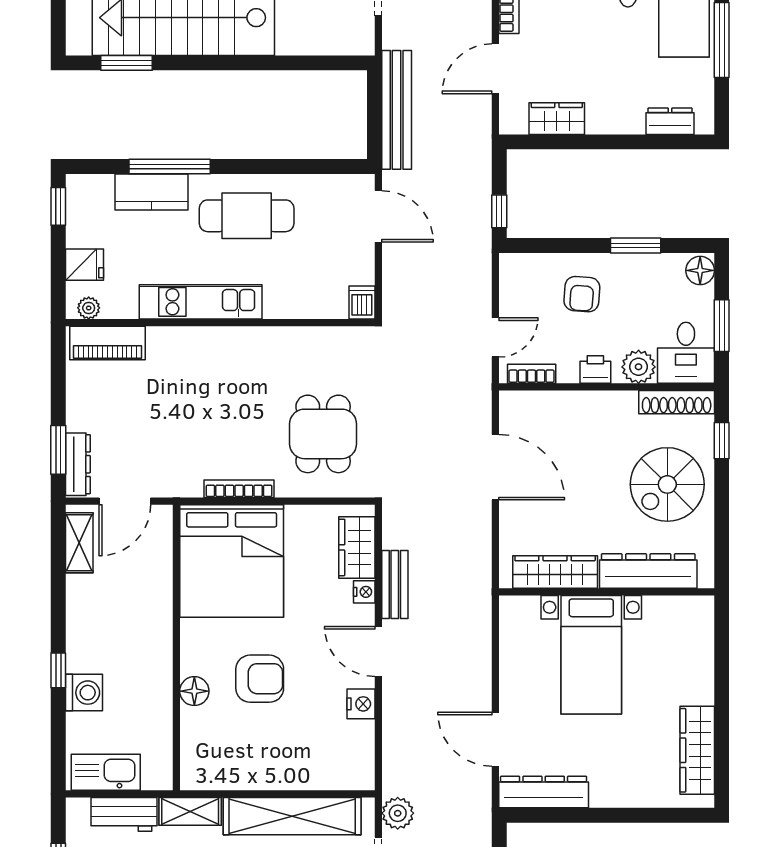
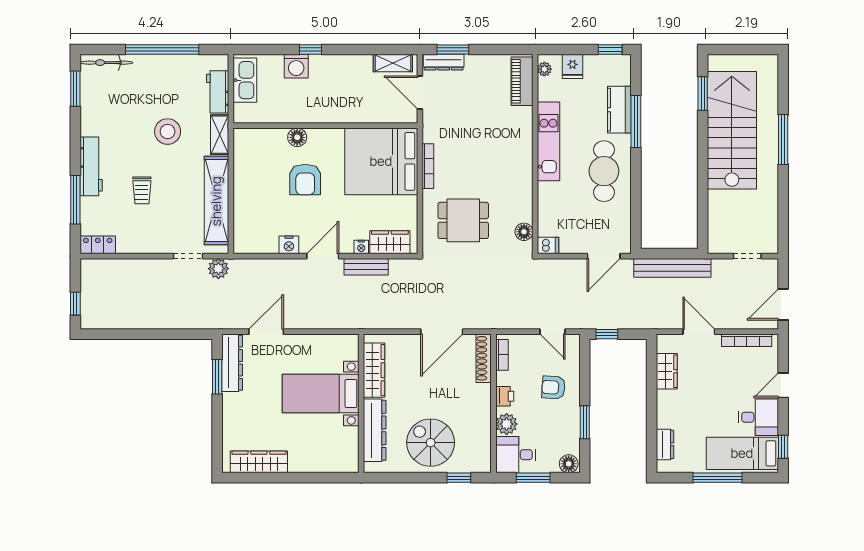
door: (495, 337) -> (553, 332), moved
floor lamp: (341, 340) -> (524, 232), added
shoe rack: (677, 402) -> (484, 358), moved
window: (565, 815) -> (217, 377), added

